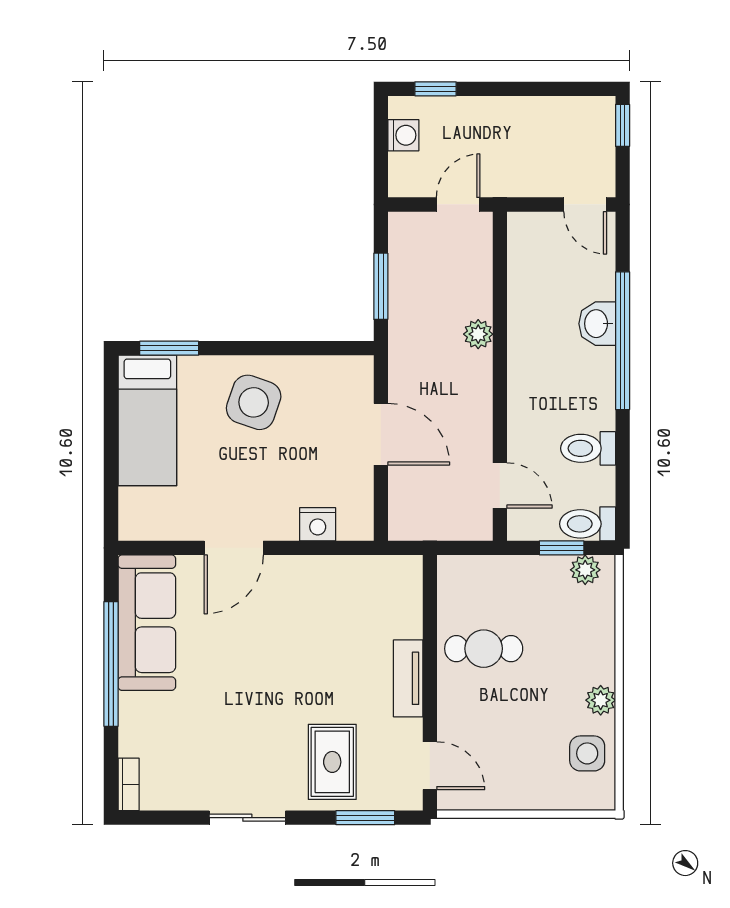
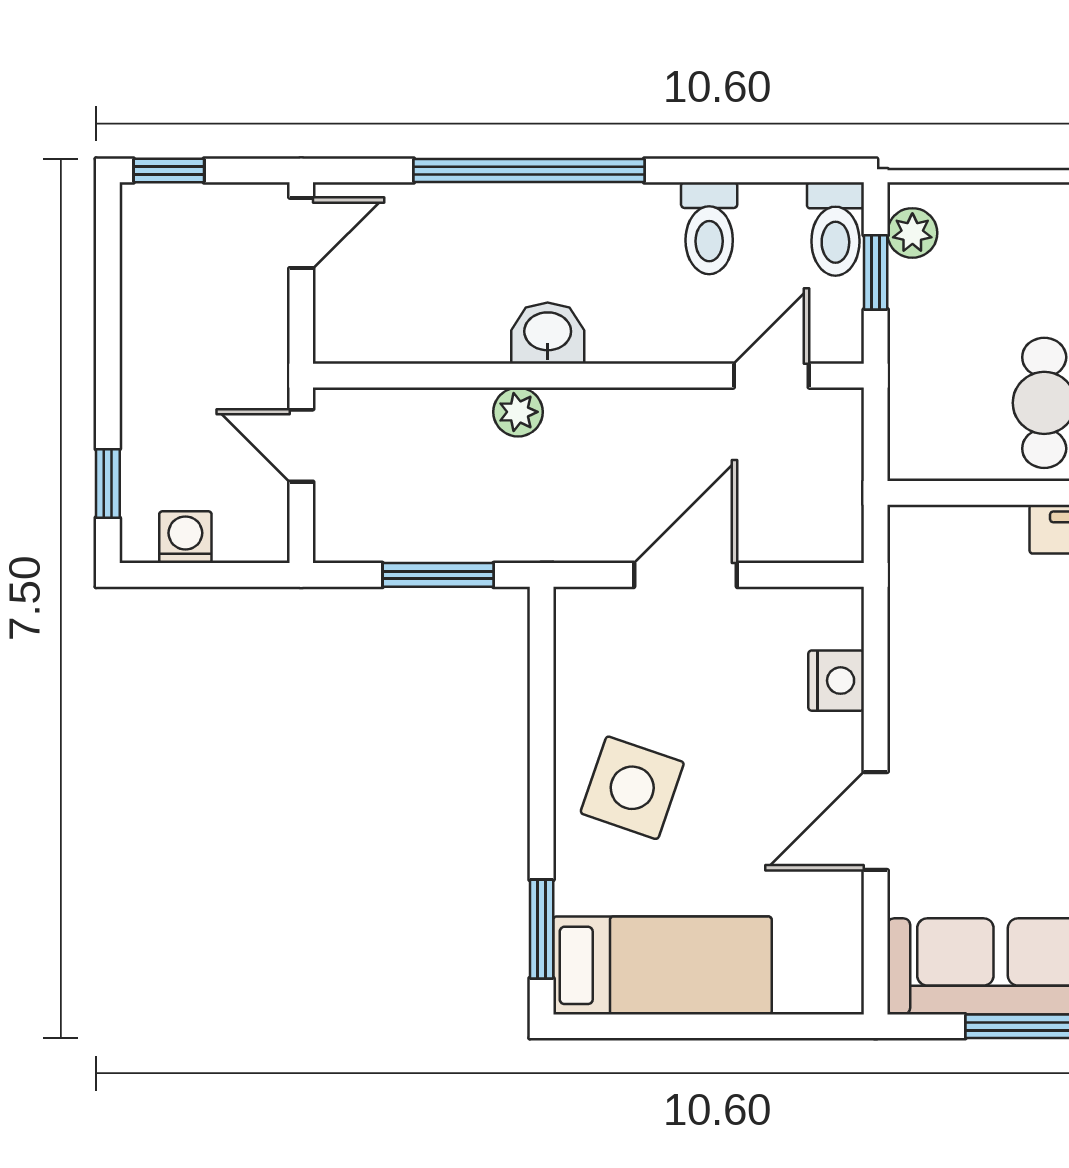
washbasin: (597, 324) -> (548, 333), moved, turned 180
door: (234, 548) -> (876, 821), swing flipped

